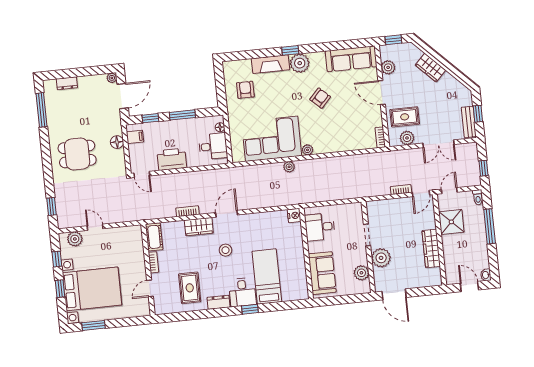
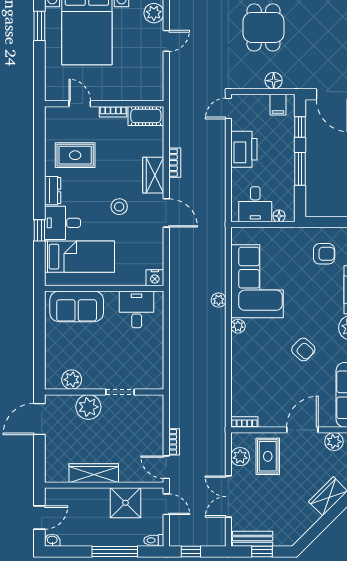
nightstand: (294, 216) -> (155, 278), moved
desk: (320, 227) -> (137, 309), moved
wall: (306, 253) -> (104, 288), moved
sofa: (322, 273) -> (77, 306), moved

